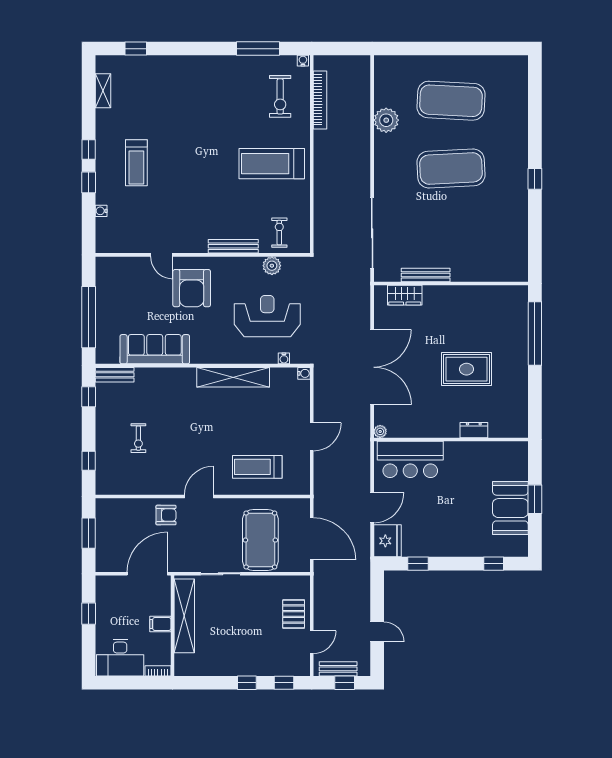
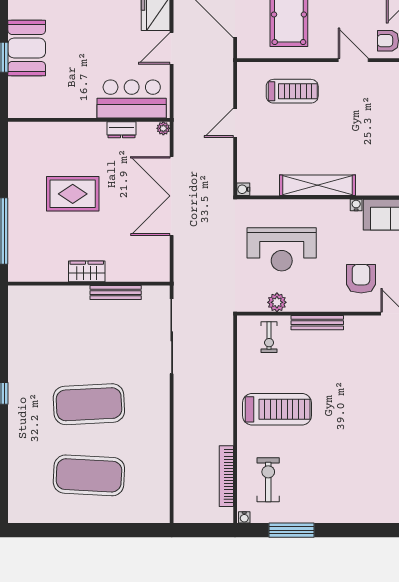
plant: (386, 120) -> (157, 455), removed
armchair: (192, 288) -> (361, 279), width x0.73, depth x0.73
wardrobe: (405, 295) -> (87, 271), moved
water cooler: (284, 358) -> (356, 205), moved
dresser: (474, 430) -> (121, 130), moved
door: (199, 497) -> (353, 60), swing flipped

